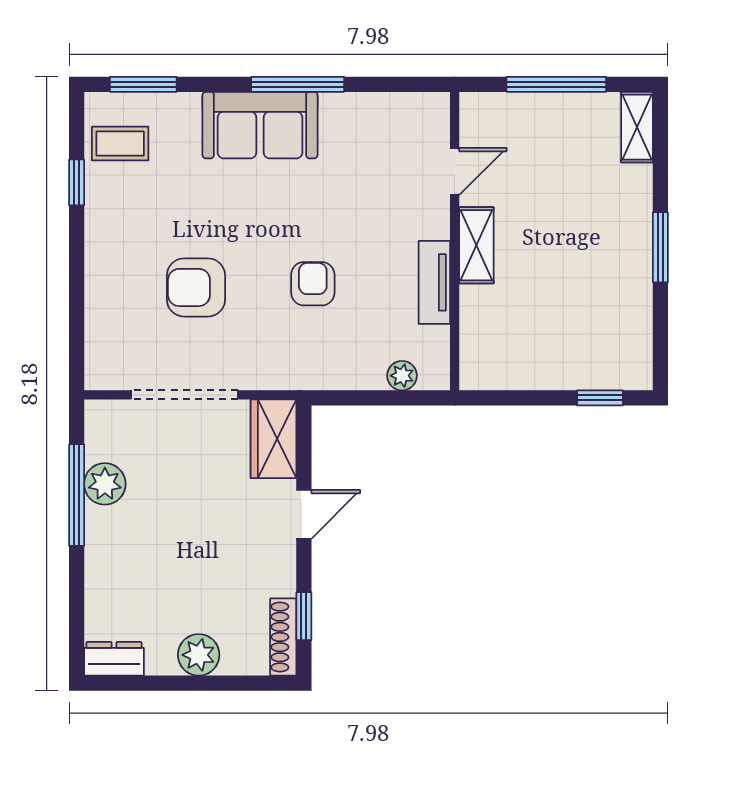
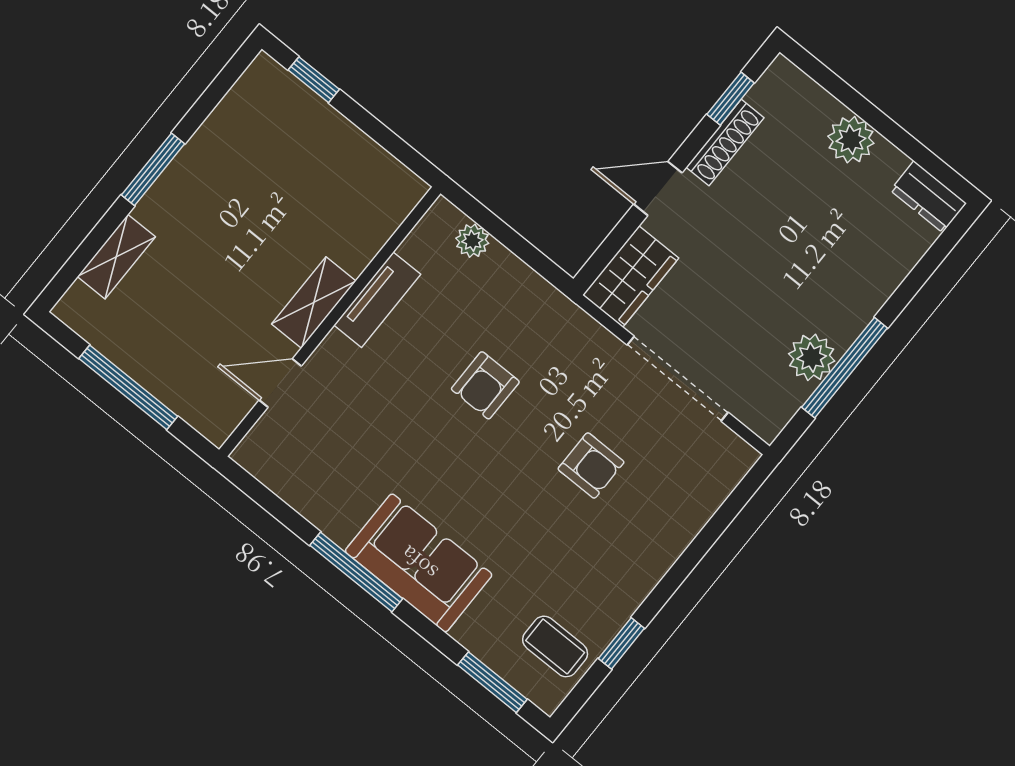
shelving: (637, 127) -> (116, 257), moved
armchair: (196, 287) -> (591, 465), width x0.72, depth x0.72
shoe rack: (283, 637) -> (725, 143), moved

